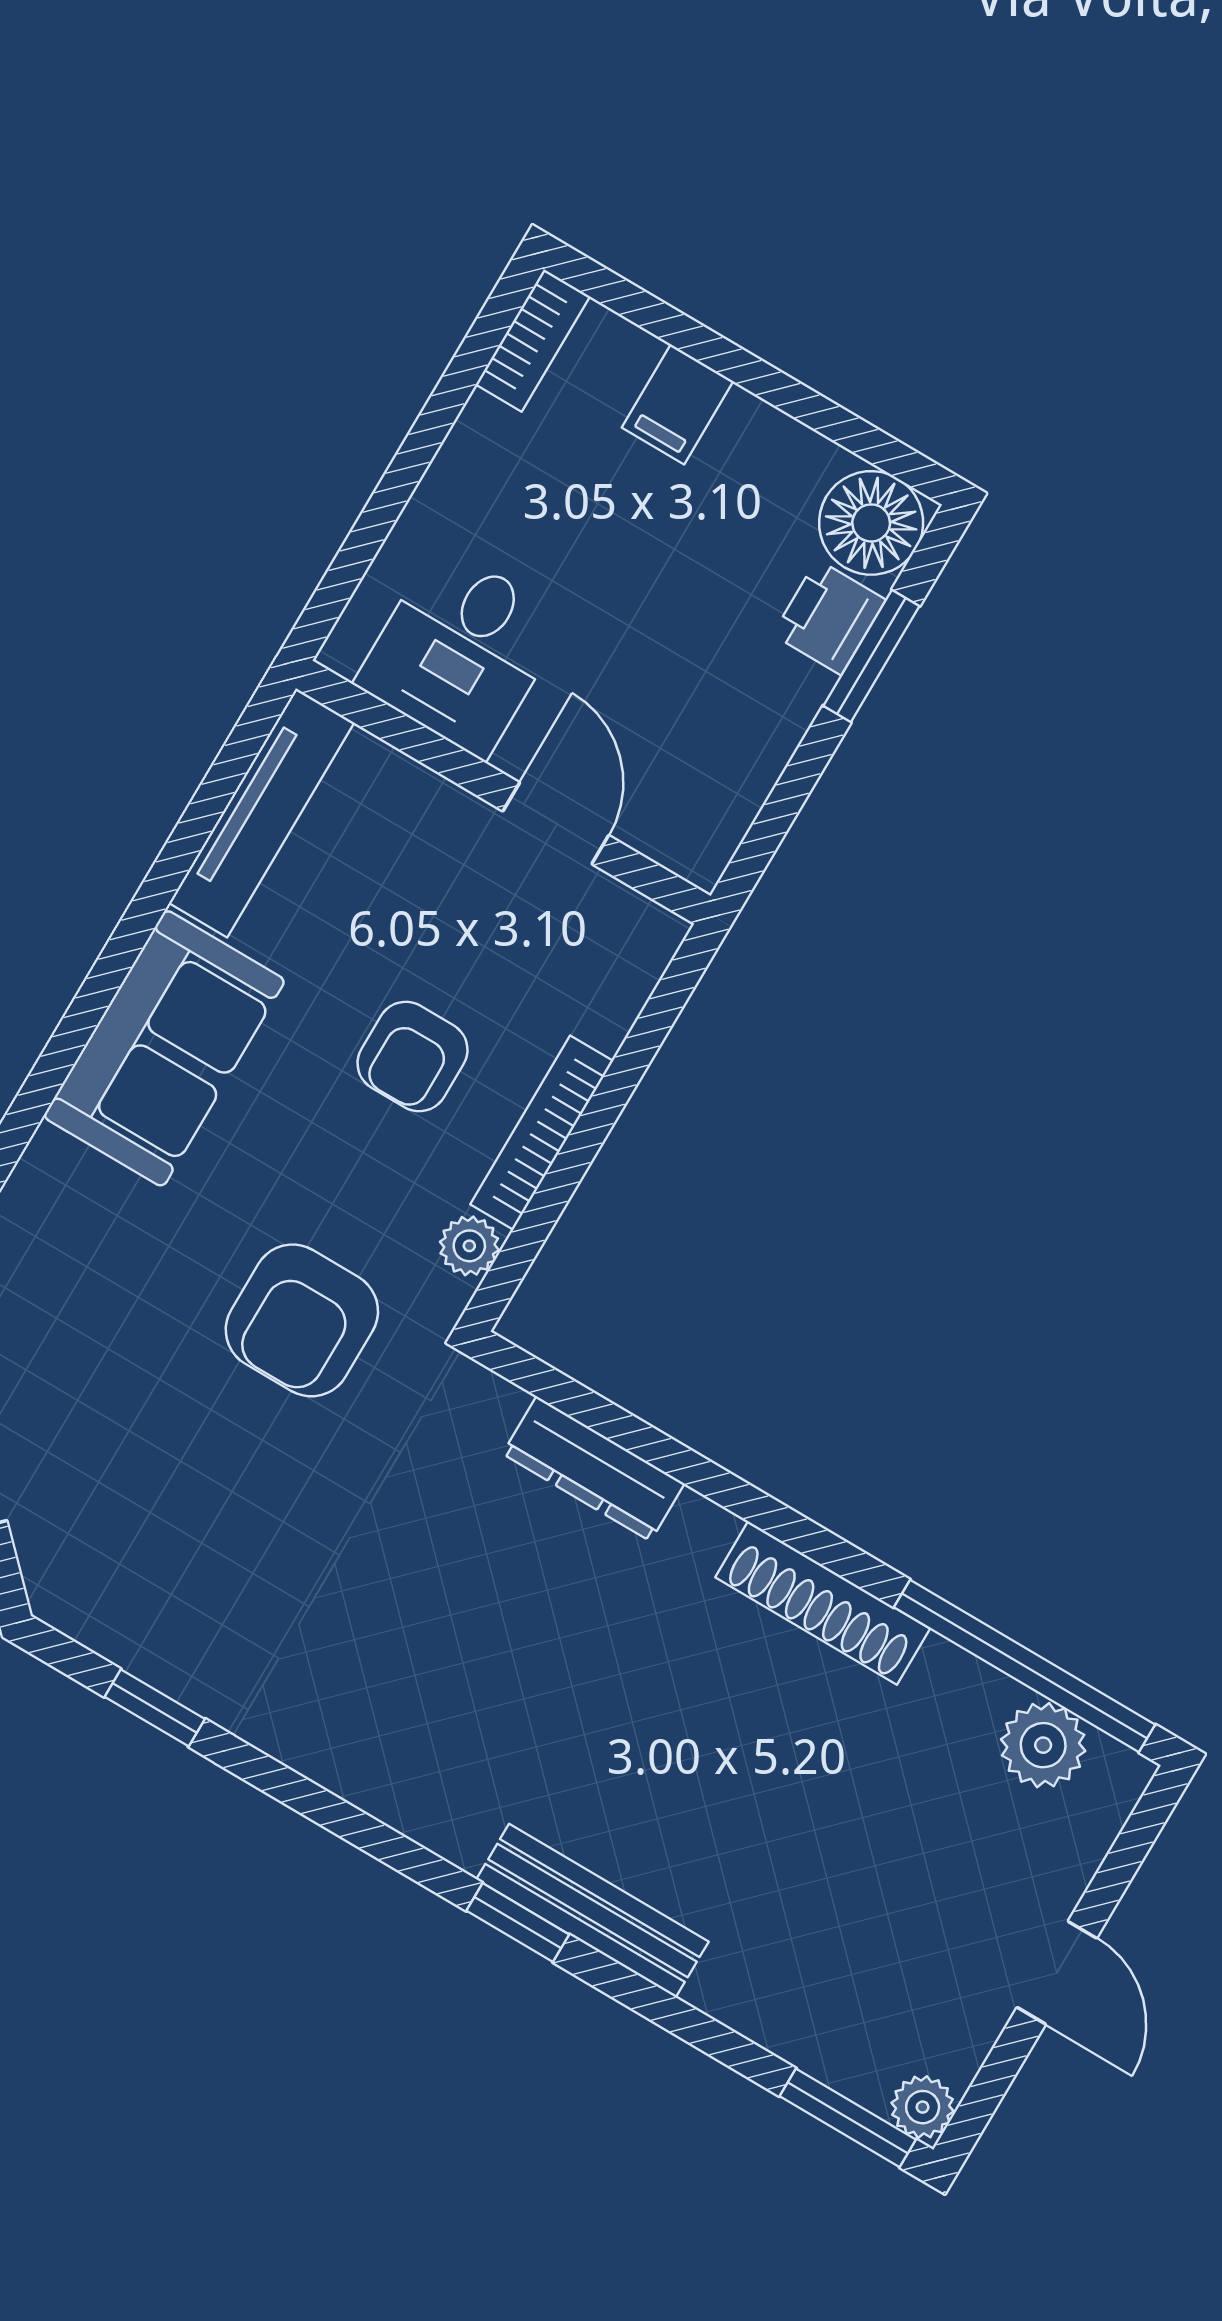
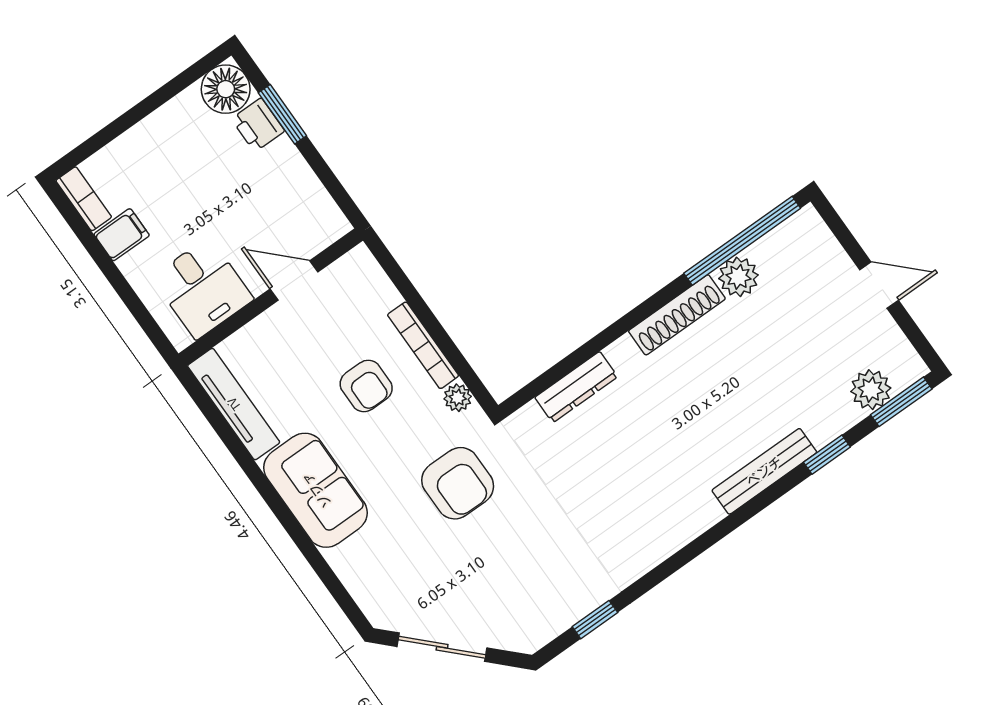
filing cabinet: (678, 404) -> (122, 235), moved, turned -90
plant: (1043, 1745) -> (739, 277), moved
window: (518, 1923) -> (827, 455), moved
plant: (923, 2107) -> (871, 390), moved, width x1.38, depth x1.38

